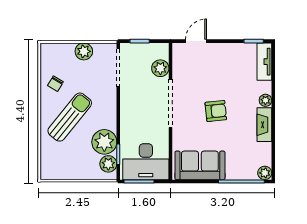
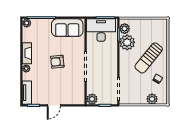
door: (196, 41) -> (54, 105), moved
plant: (84, 51) -> (152, 99), moved
plant: (160, 68) -> (92, 99), moved

